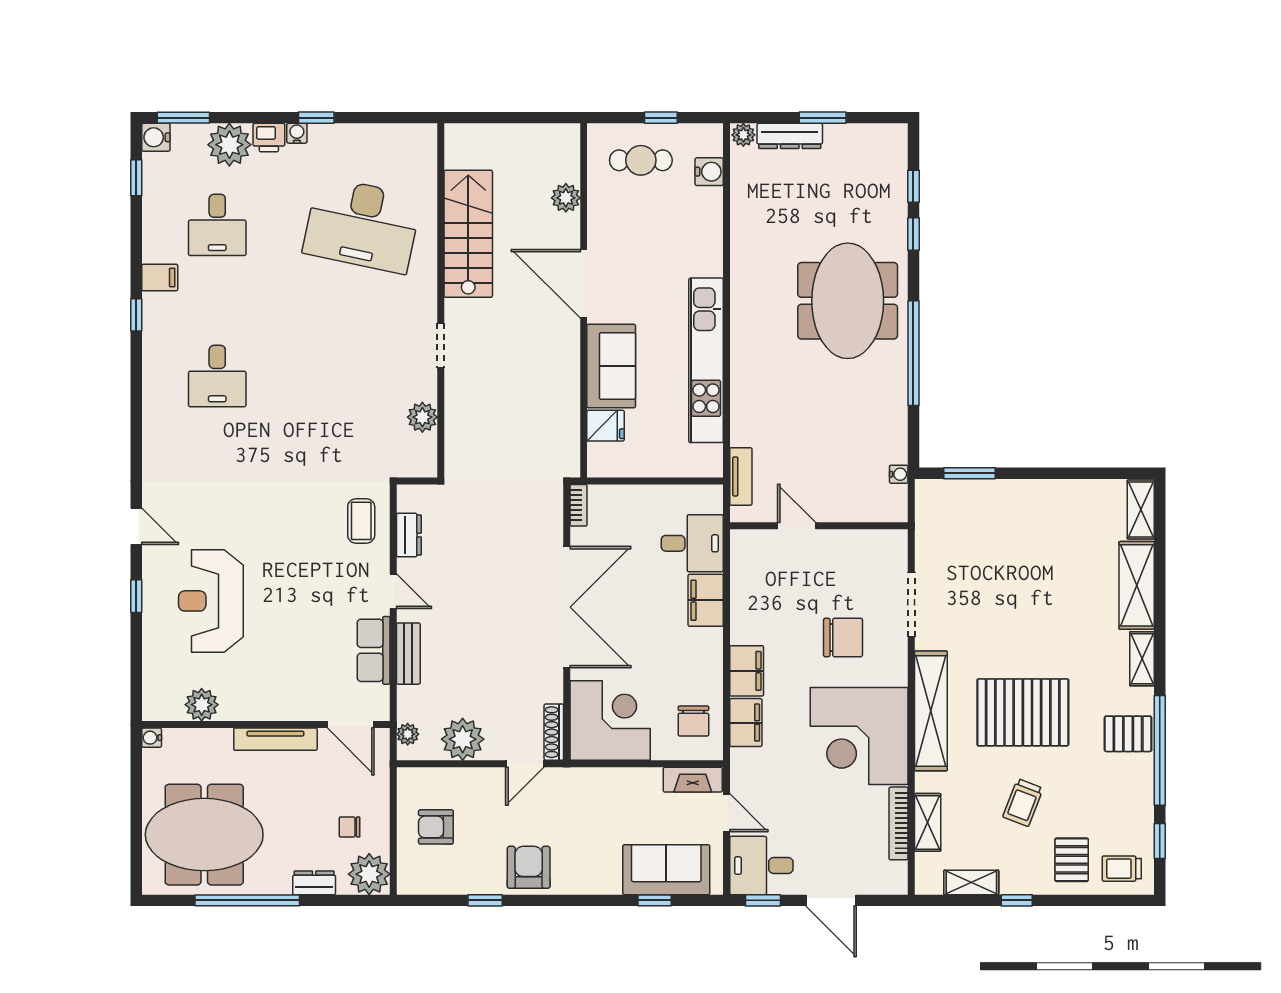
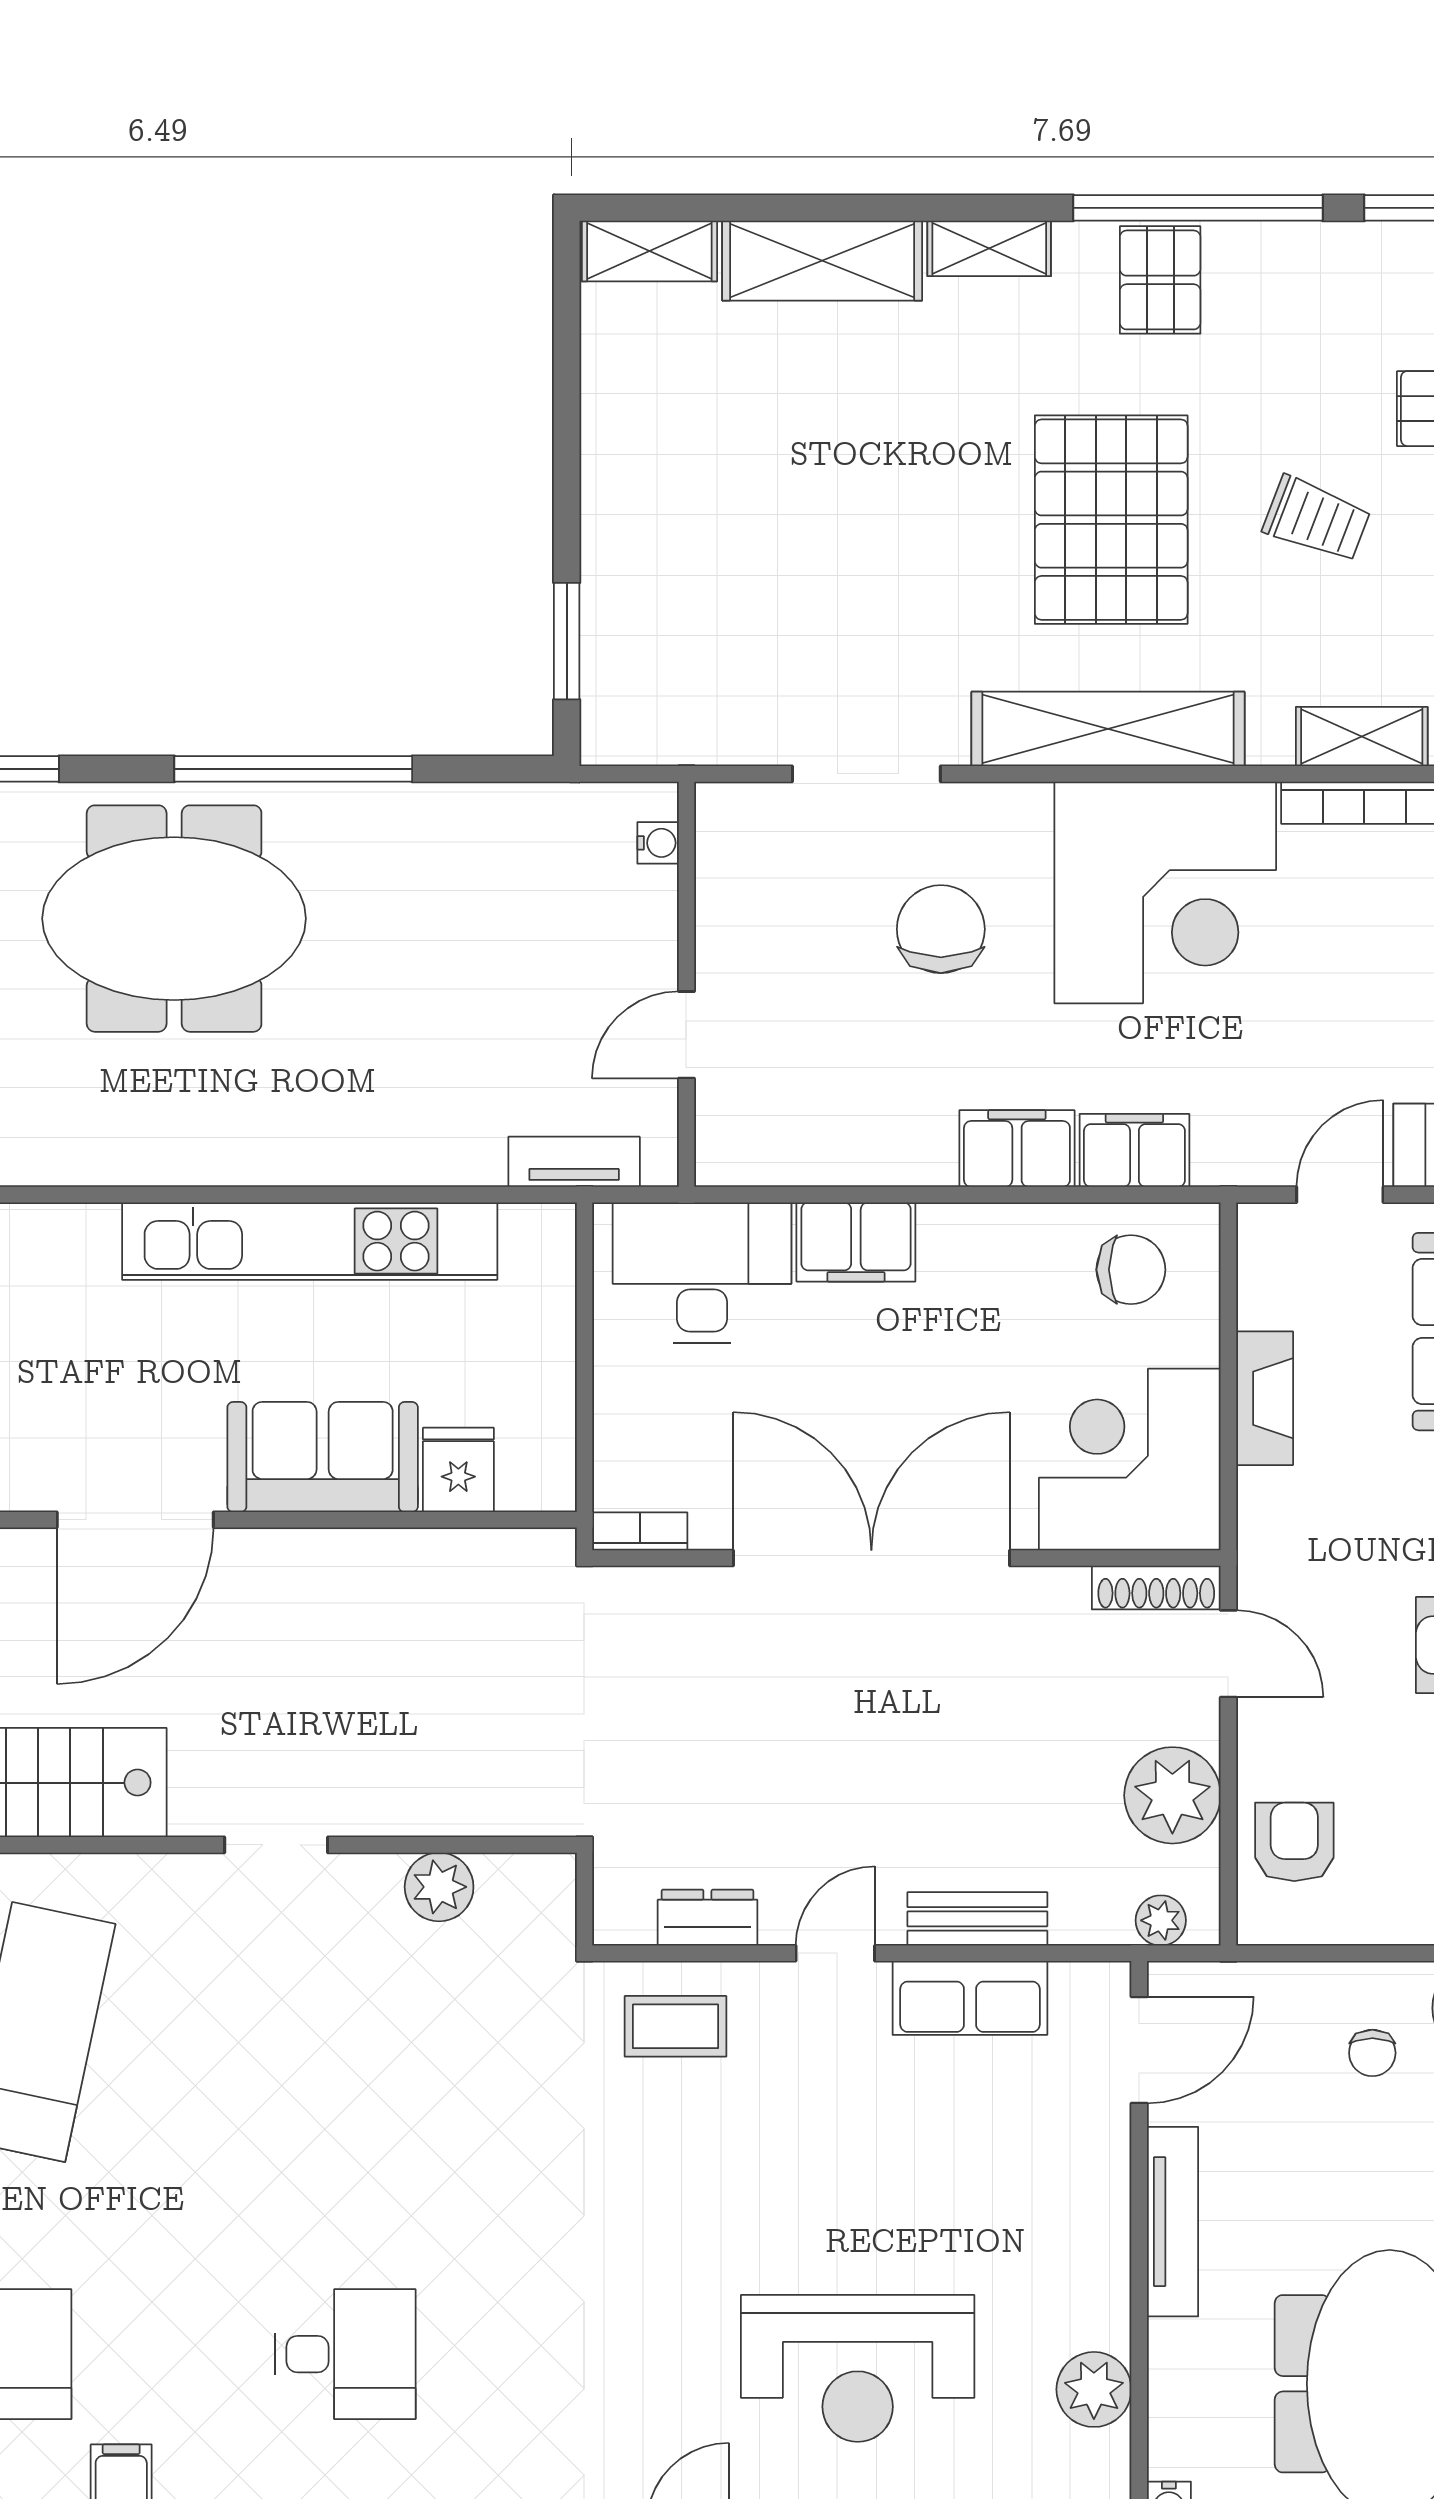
water cooler: (899, 474) -> (658, 843), moved, turned 90
desk: (692, 543) -> (702, 1273), width x1.37
fireplace: (693, 780) -> (1265, 1398), moved
armchair: (436, 827) -> (1294, 1842), moved, turned 180

